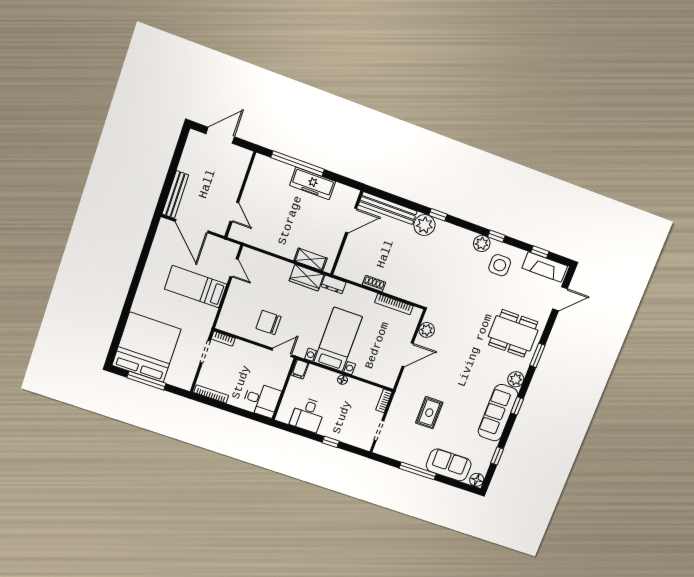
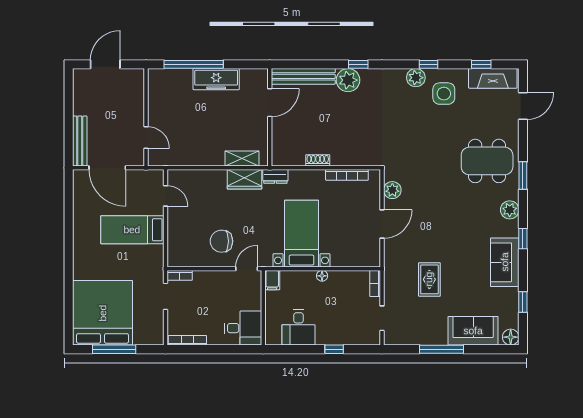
sofa: (498, 413) -> (505, 262), width x0.73

